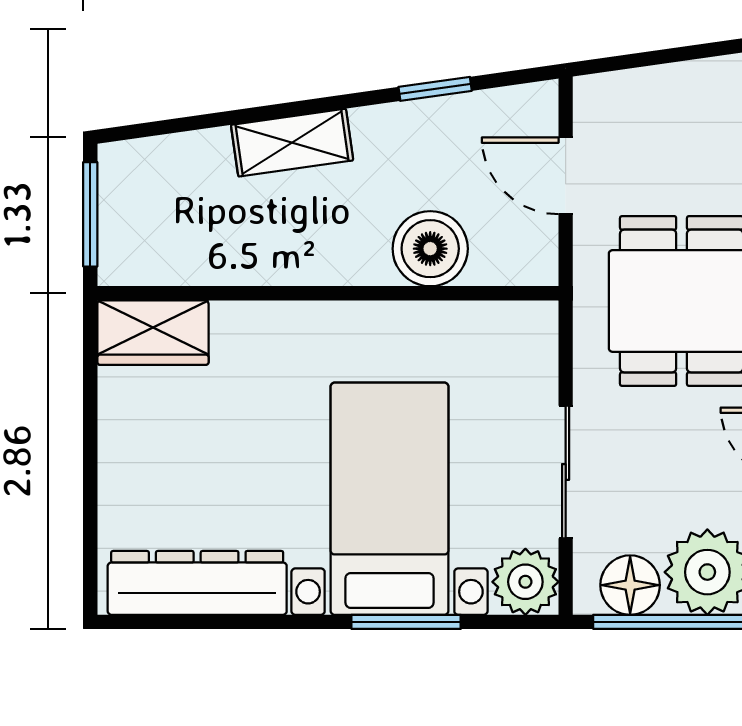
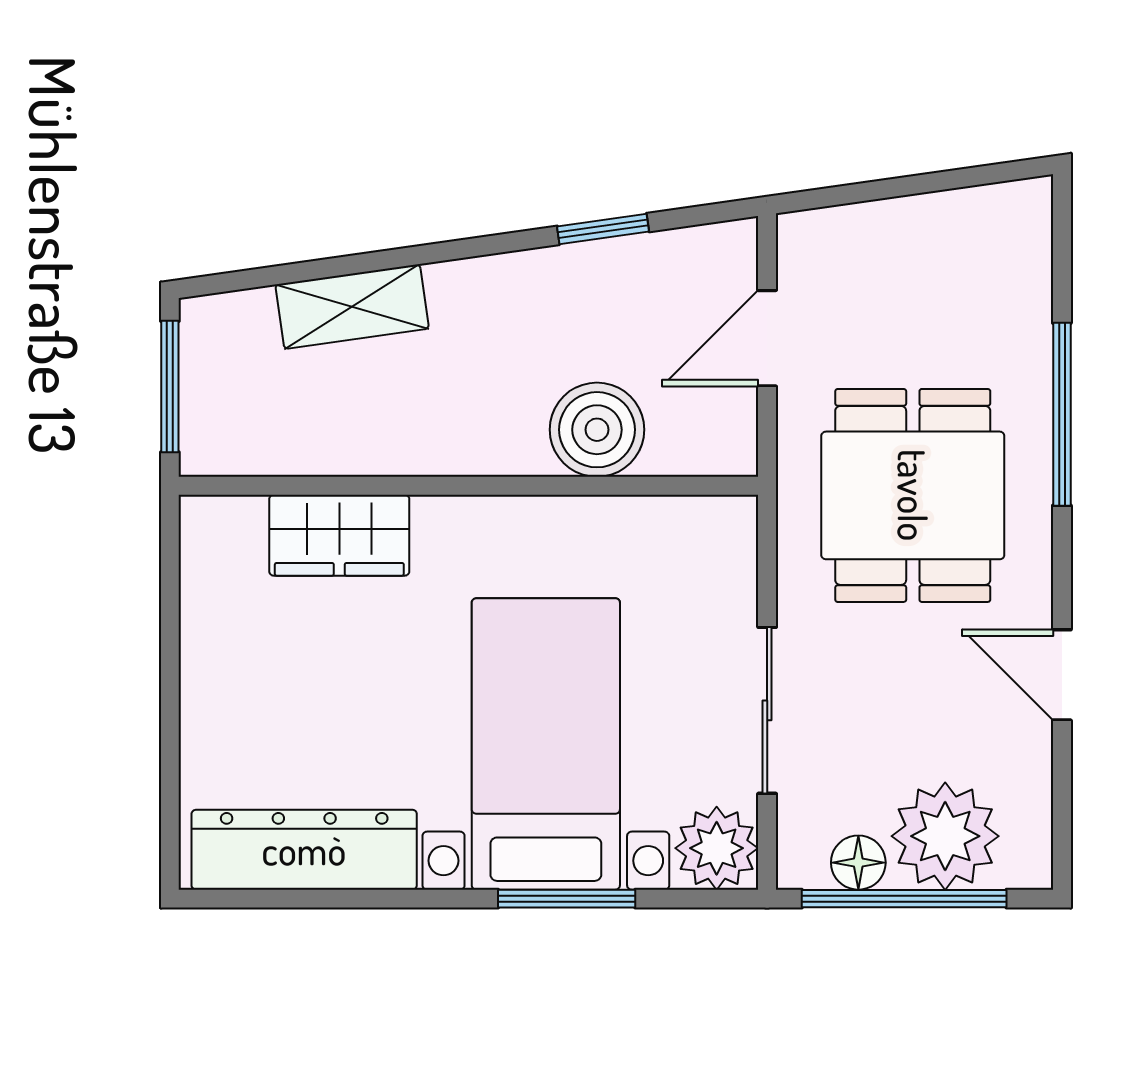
shelving: (292, 143) -> (352, 307), moved
door: (566, 176) -> (767, 338), hinge flipped
wardrobe: (153, 333) -> (339, 535), moved
floor lamp: (630, 585) -> (858, 863), width x0.73, depth x0.73

